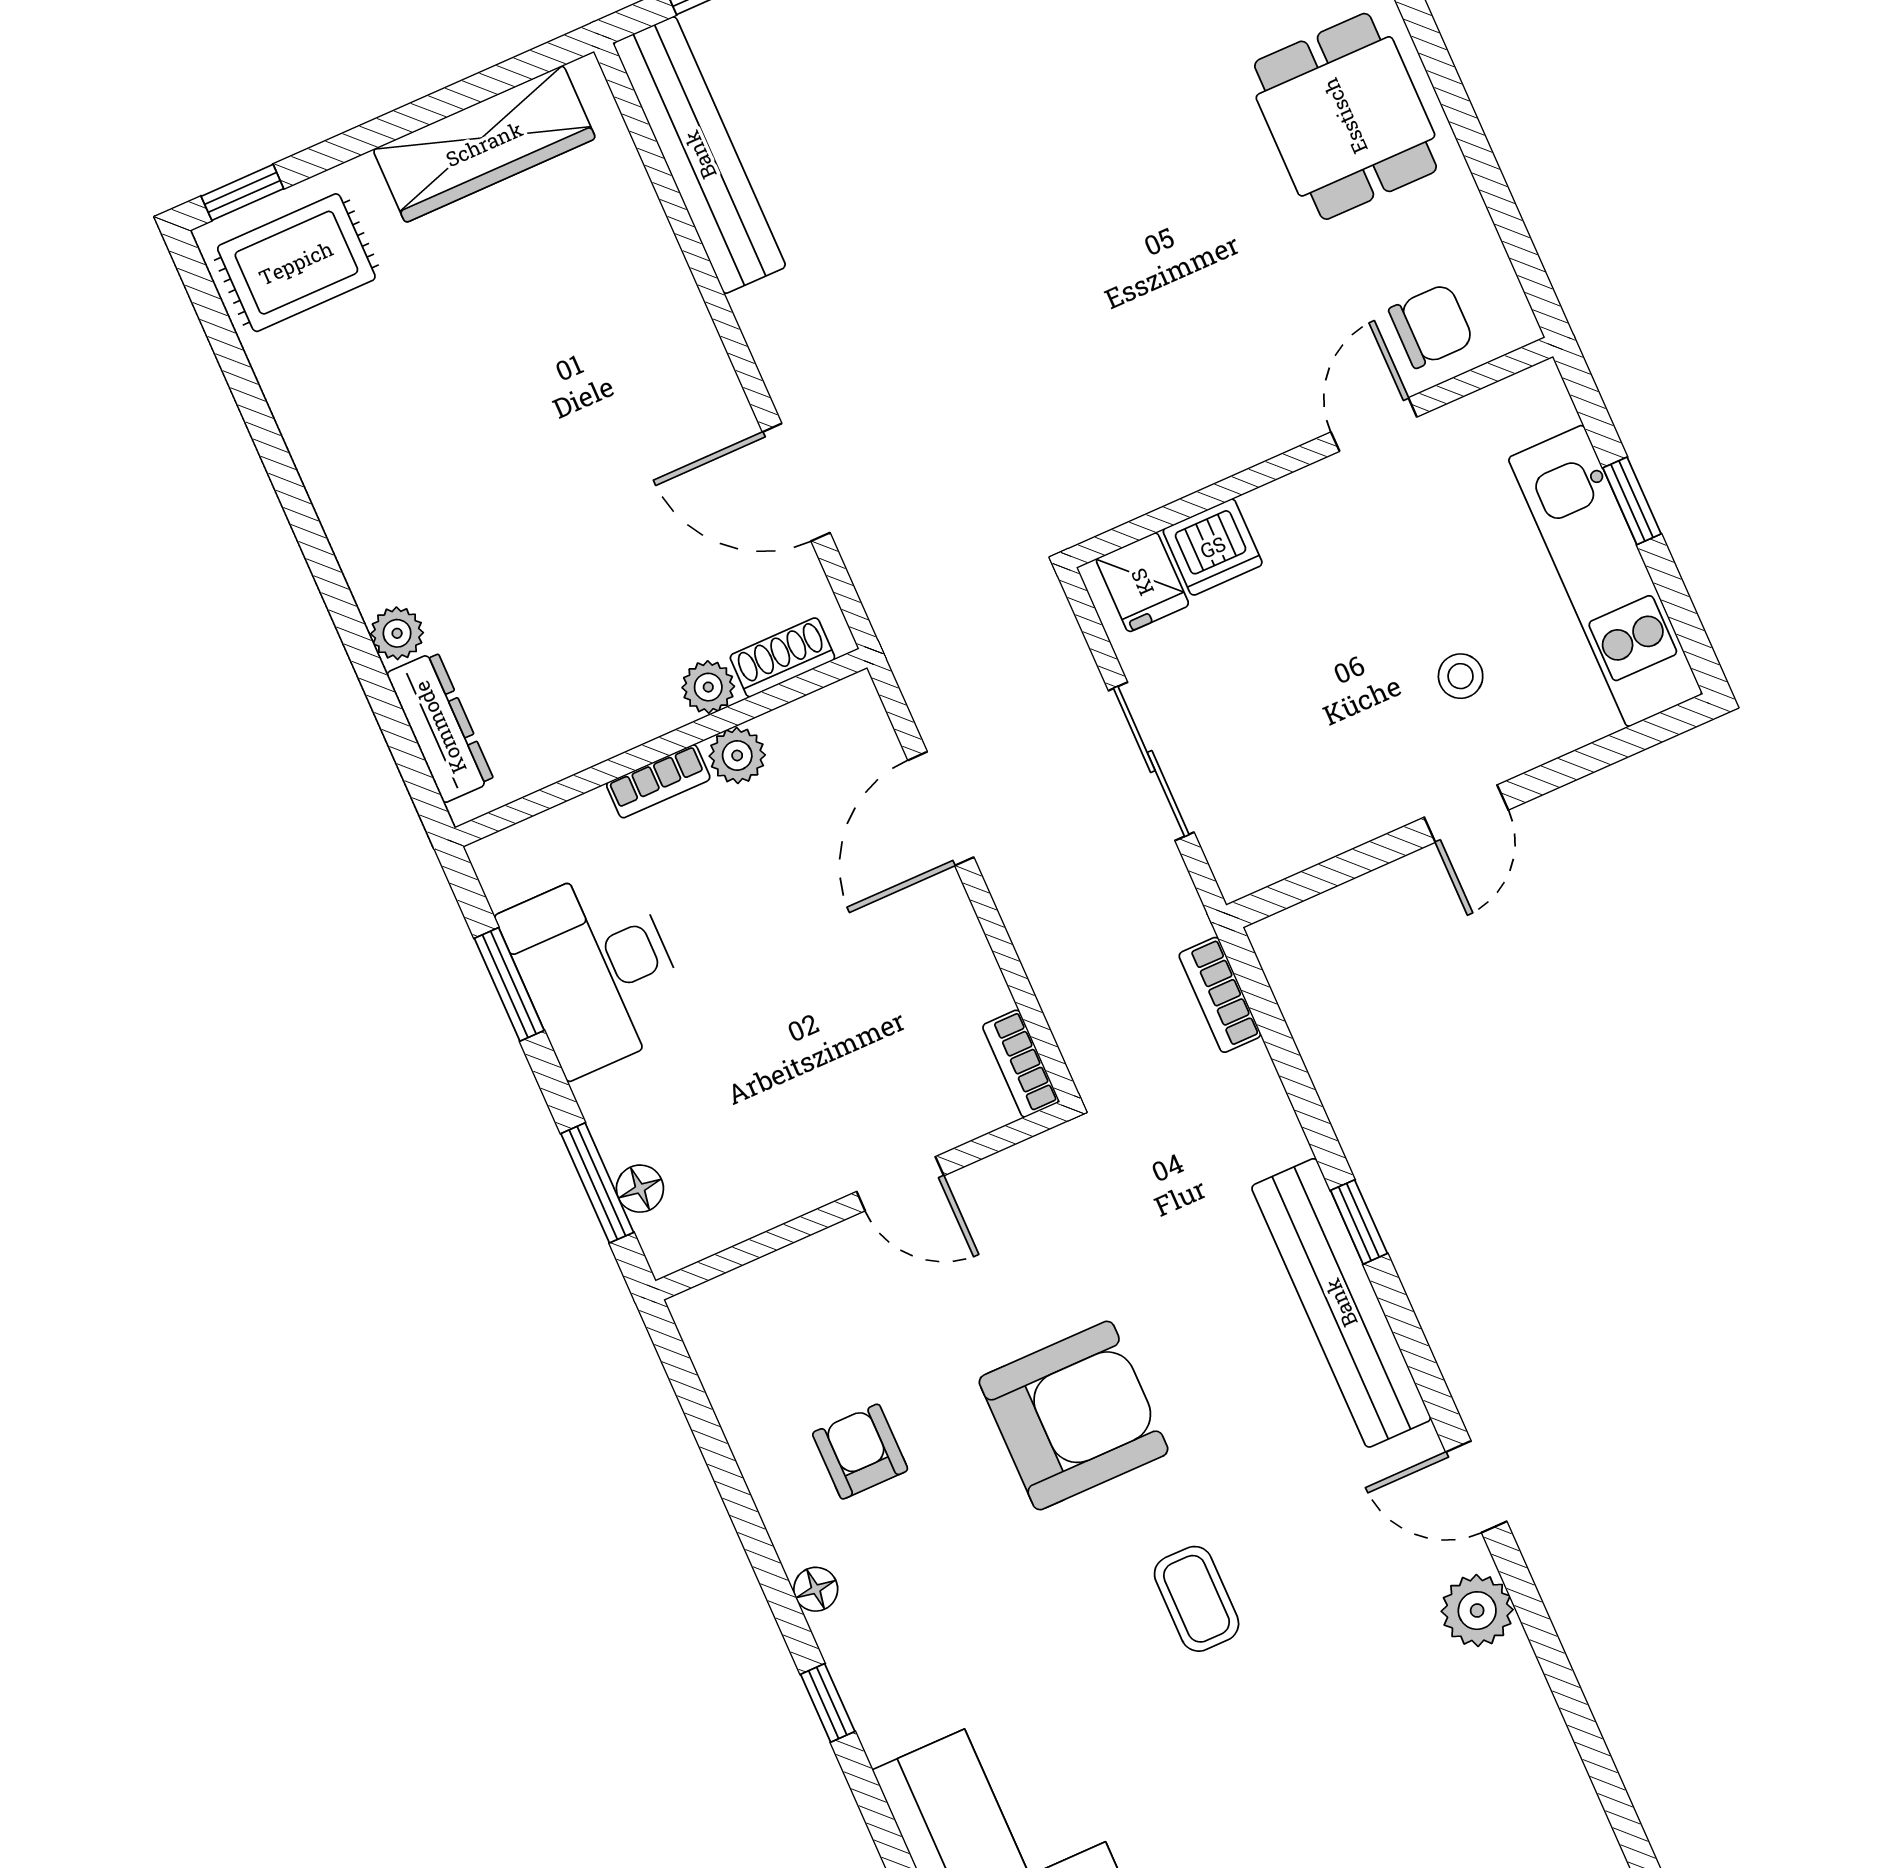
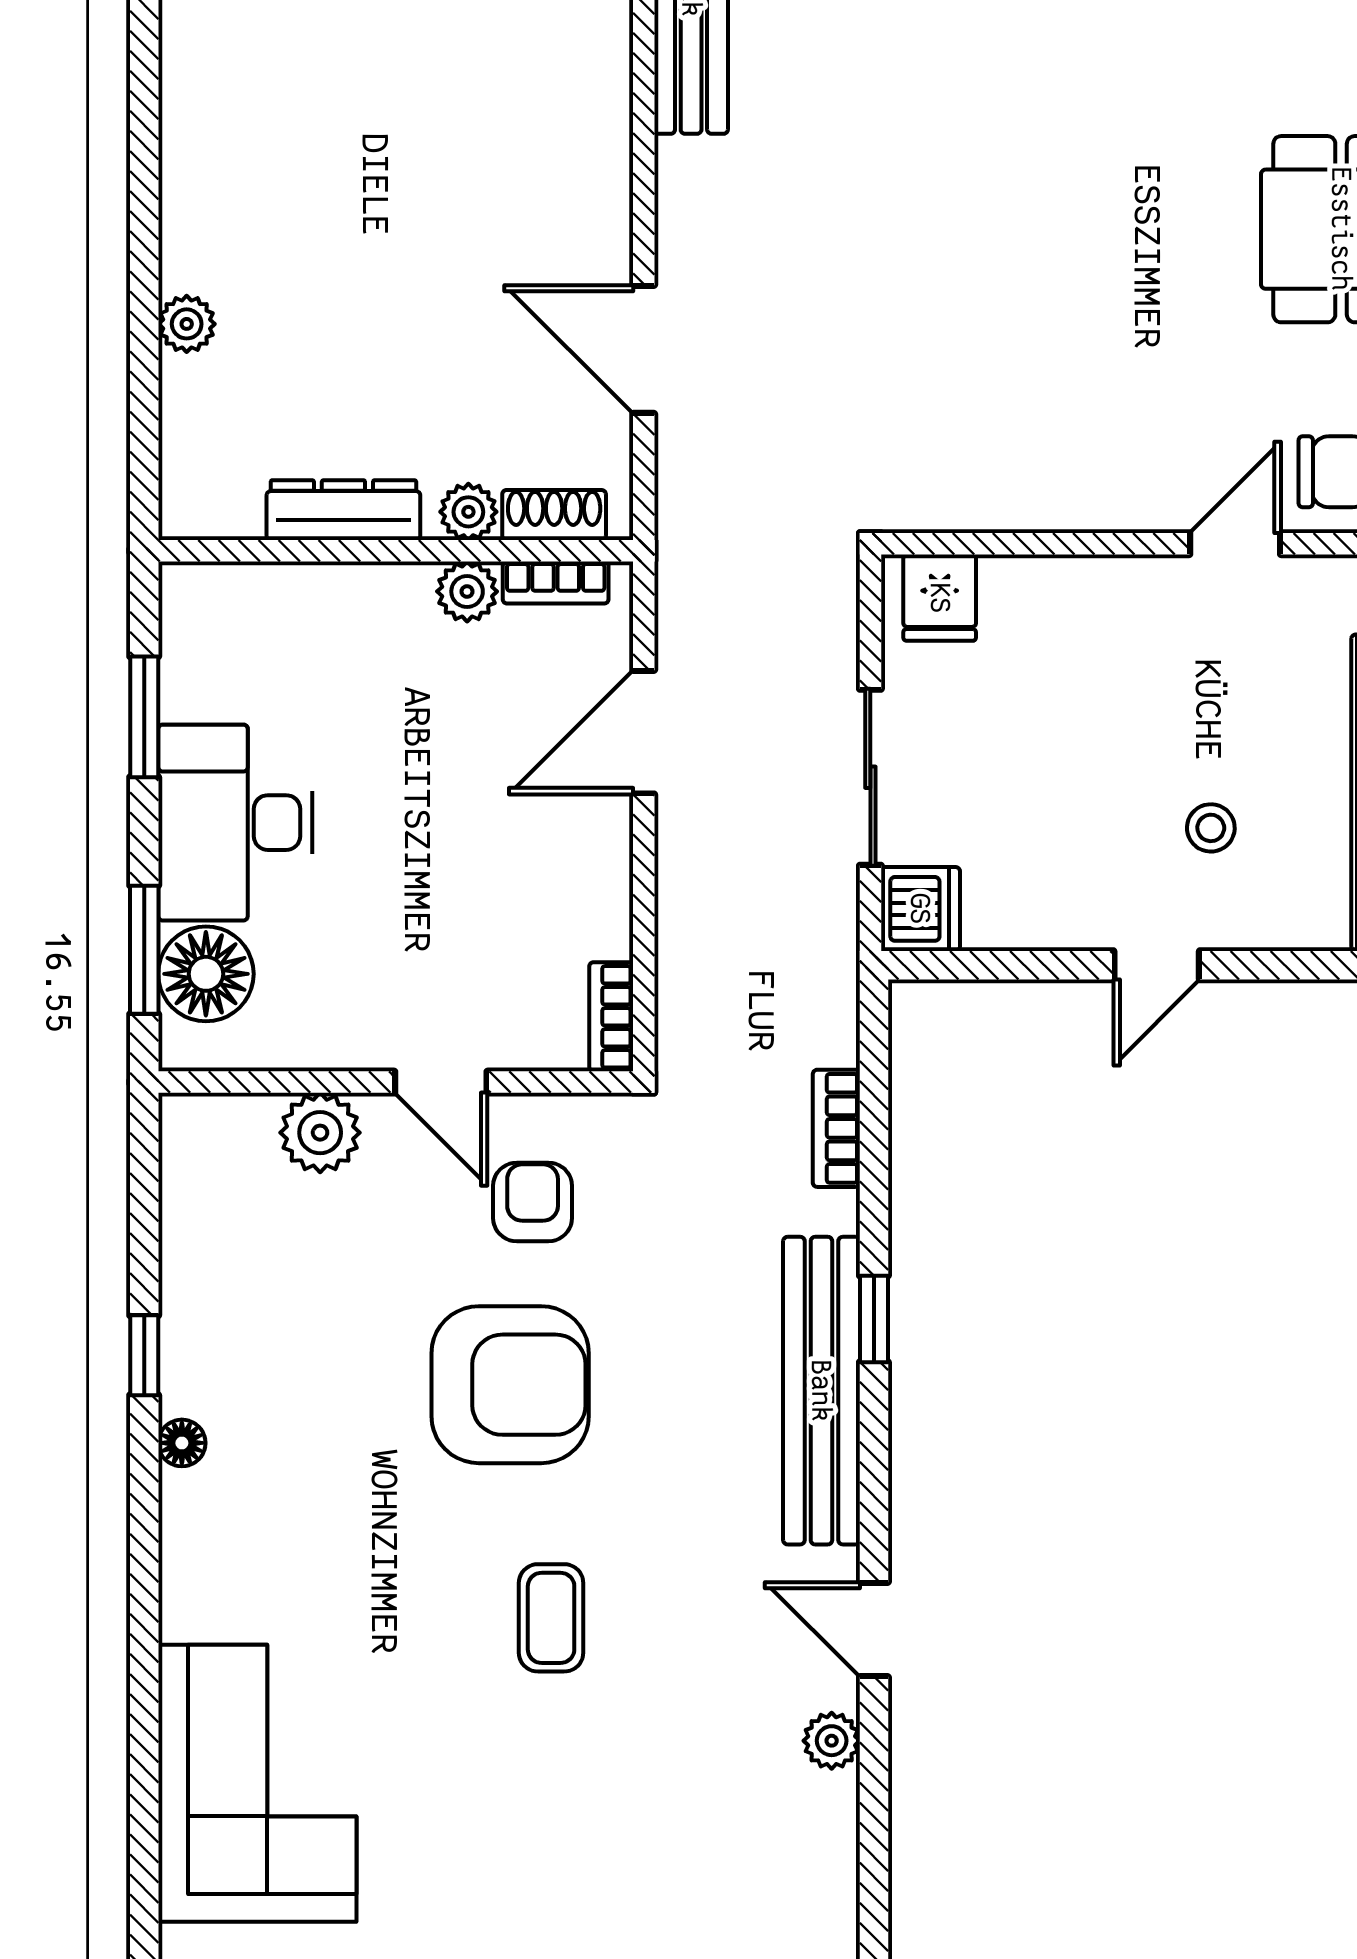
dishwasher: (1213, 547) -> (920, 909), moved, turned -90
dresser: (440, 727) -> (343, 510), moved, turned -90
bookcase: (658, 781) -> (556, 582), moved
desk: (596, 970) -> (235, 823), moved
bookcase: (1220, 995) -> (836, 1128), moved
floor lamp: (640, 1189) -> (206, 974), width x1.89, depth x1.89
plant: (816, 1272) -> (320, 1133), added
armchair: (860, 1452) -> (533, 1202), moved
plant: (1477, 1611) -> (832, 1741), width x0.73, depth x0.73
window: (828, 1703) -> (144, 1355), moved

